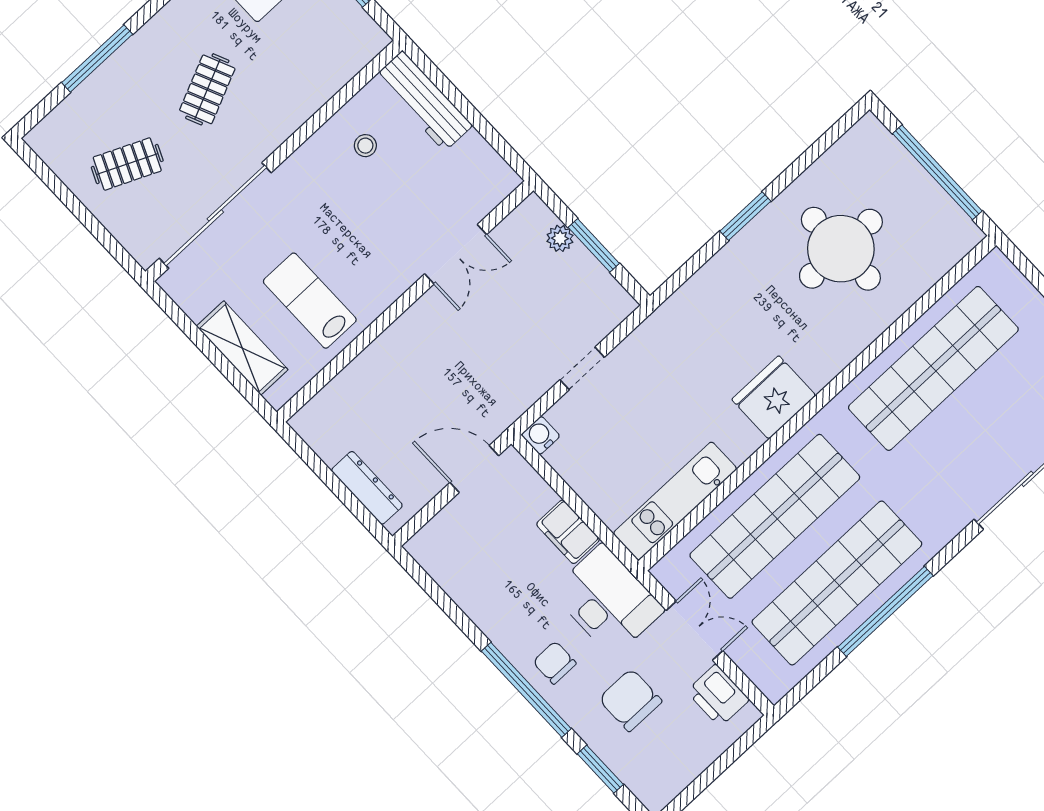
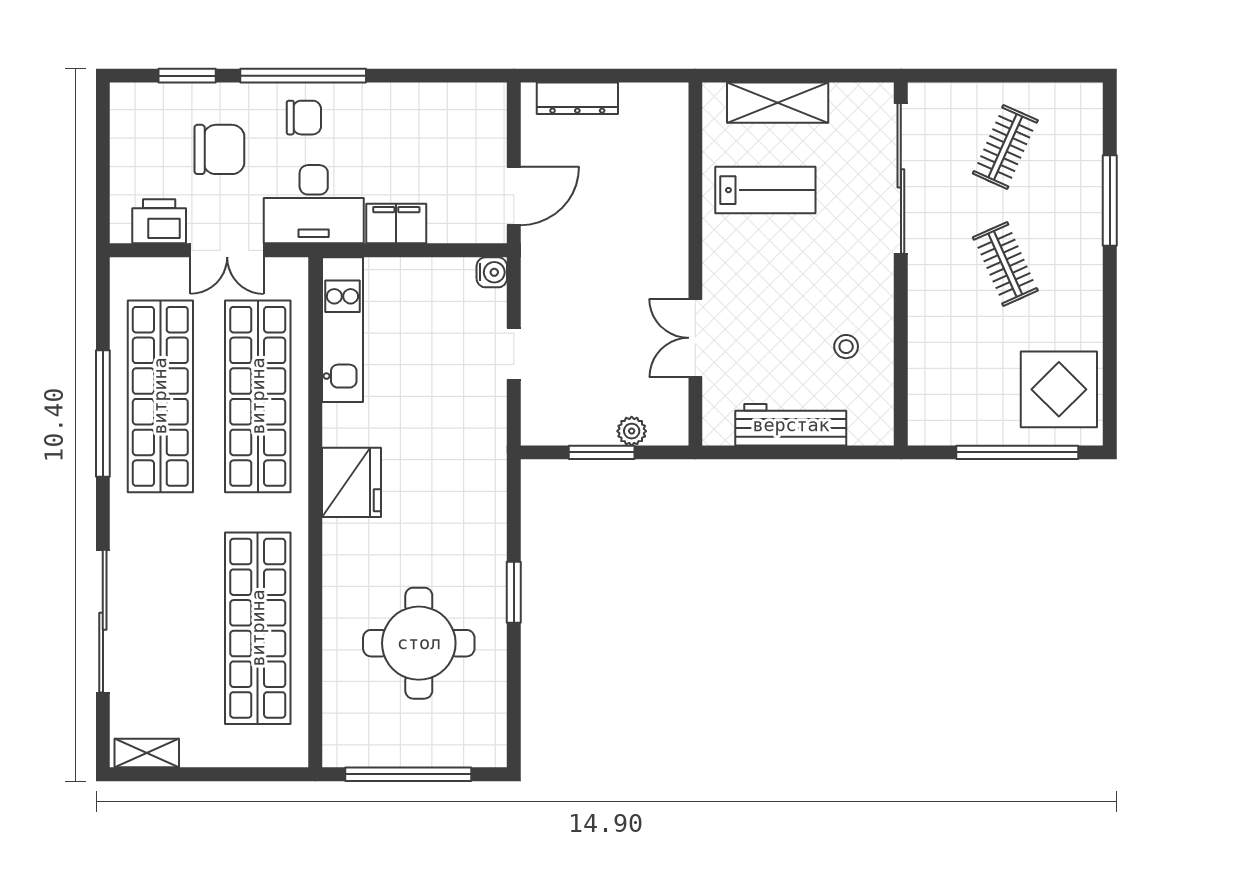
workbench: (424, 101) -> (791, 425), moved

